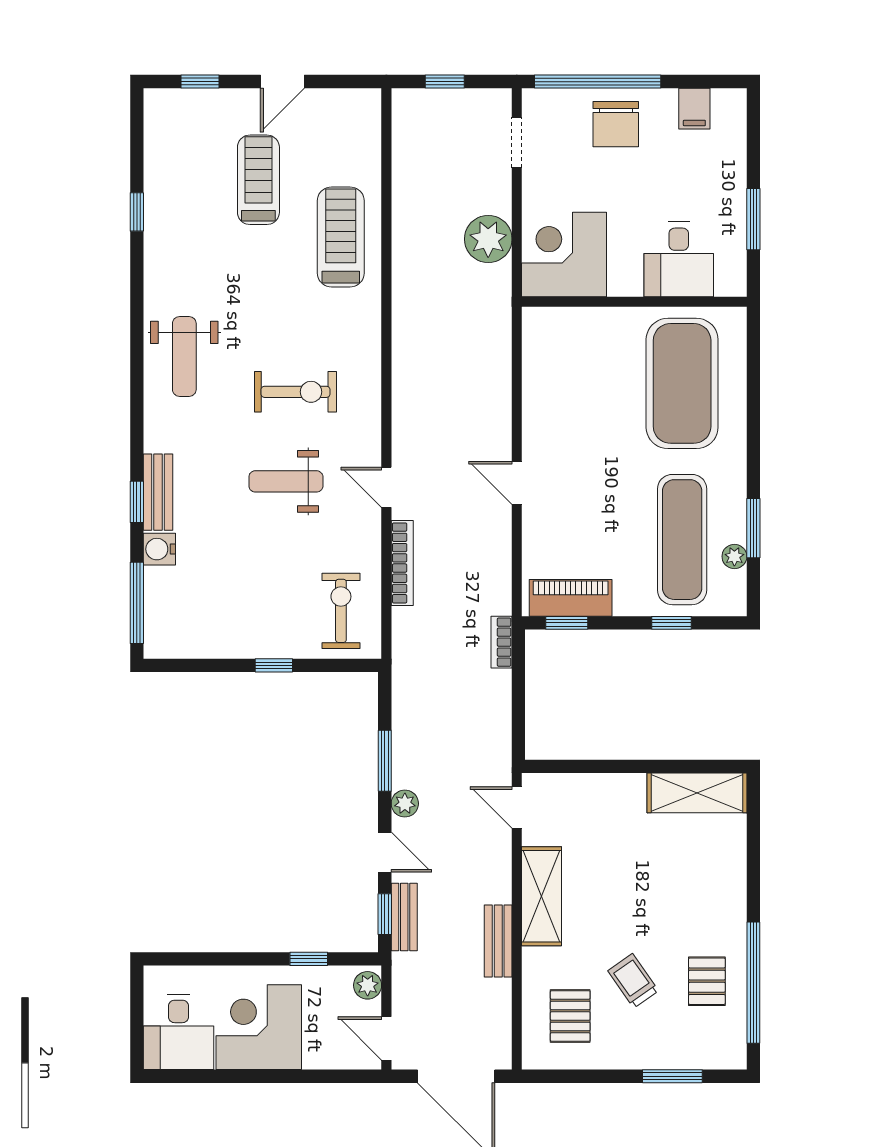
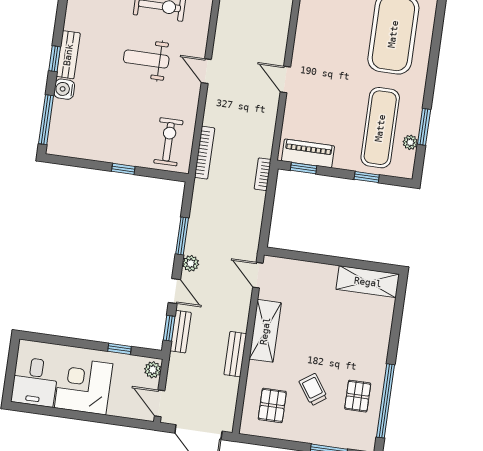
bookcase: (402, 563) -> (205, 153), moved

